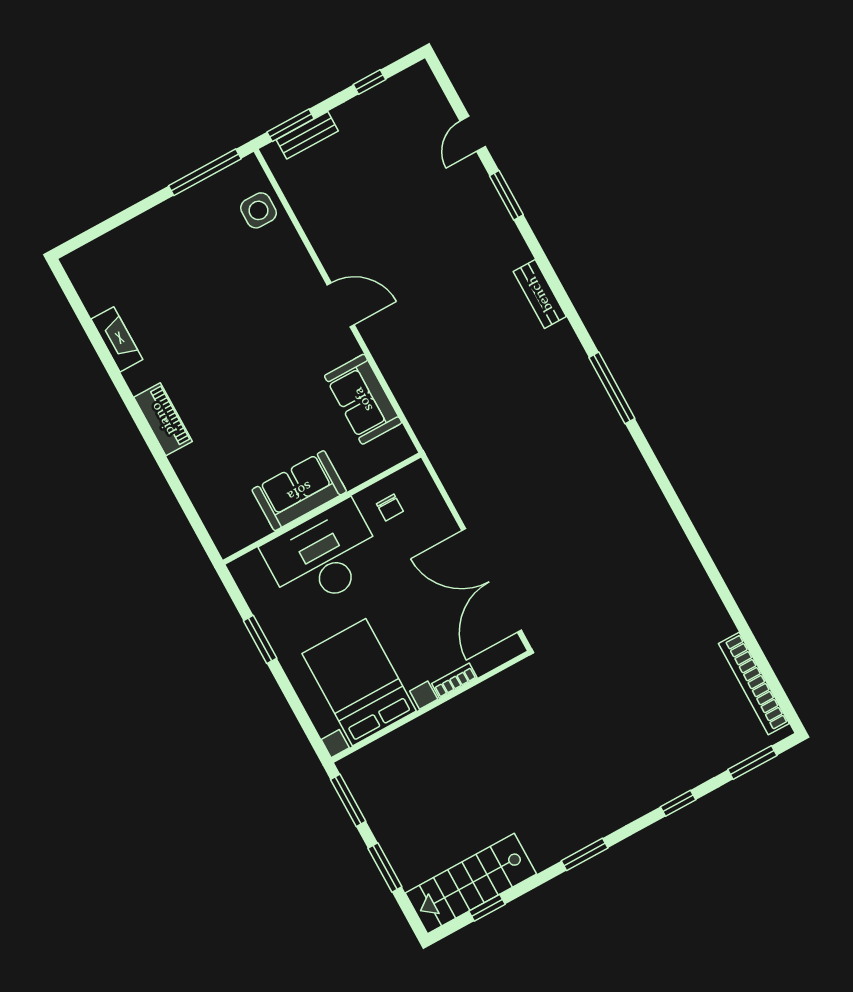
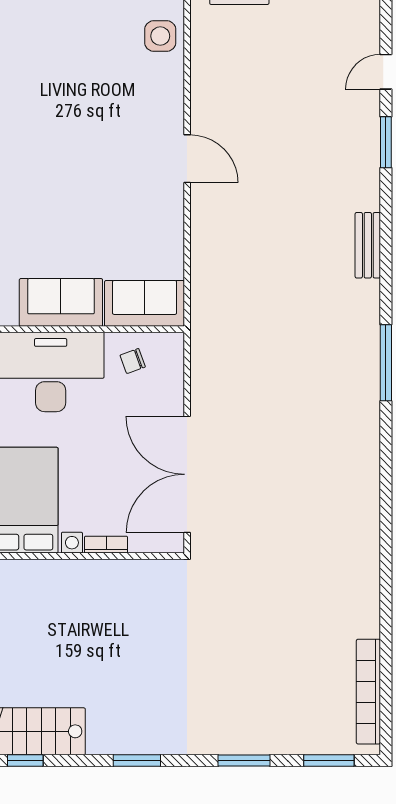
sofa: (363, 399) -> (145, 303), moved, turned 90
chair: (390, 507) -> (133, 361), turned 70
window: (678, 803) -> (244, 760), width x1.50

